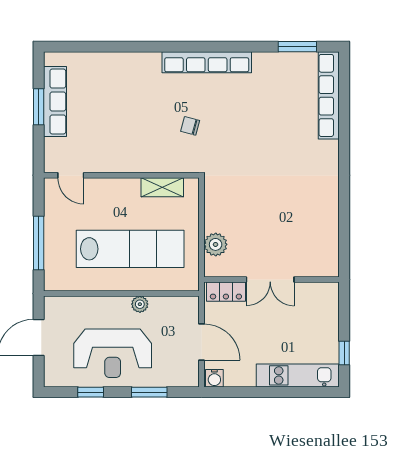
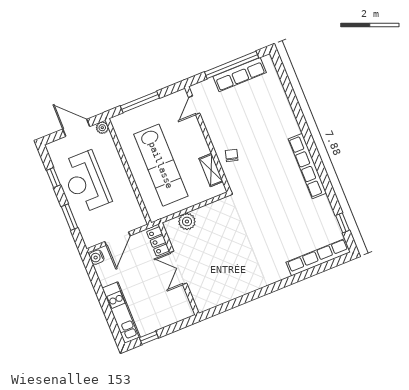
window: (297, 47) -> (343, 223), width x0.67
window: (39, 107) -> (232, 65), width x2.11
chair: (190, 126) -> (232, 155), moved
plant: (140, 304) -> (102, 128), moved

